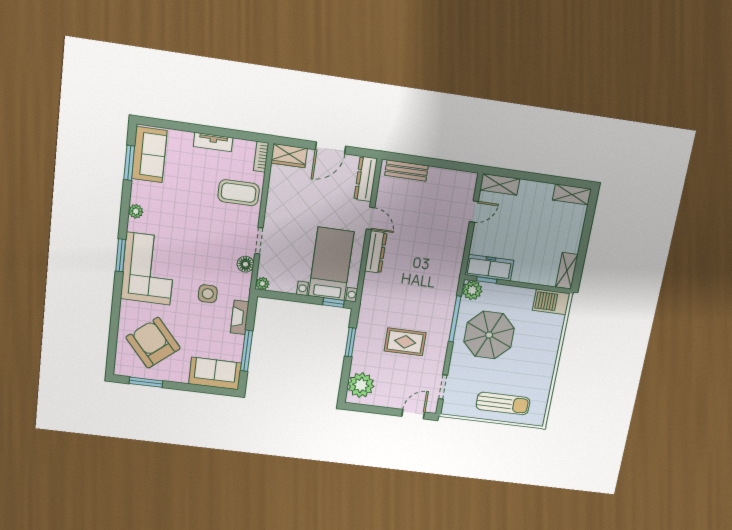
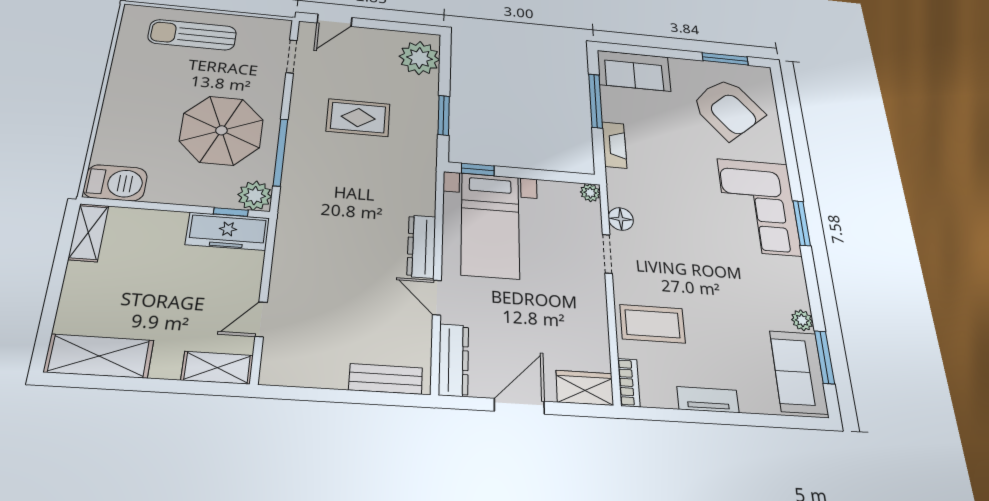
shelving: (572, 194) -> (99, 356), width x1.50, depth x1.33
plant: (136, 211) -> (802, 320), moved
side table: (208, 294) -> (667, 176), removed

